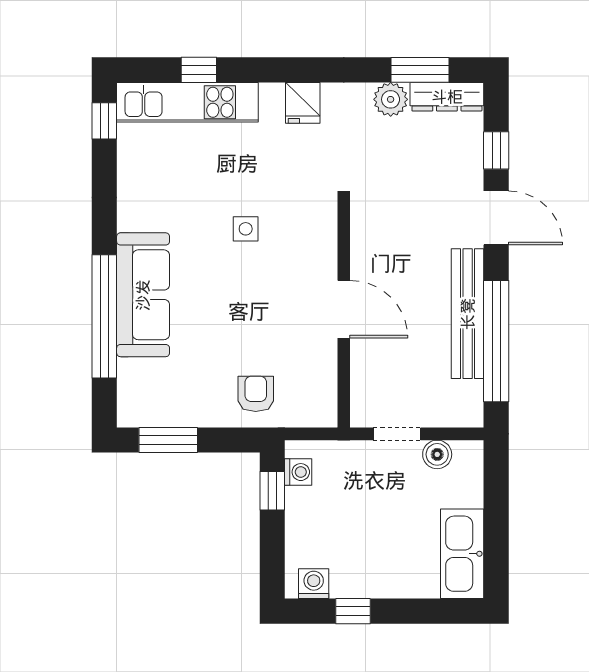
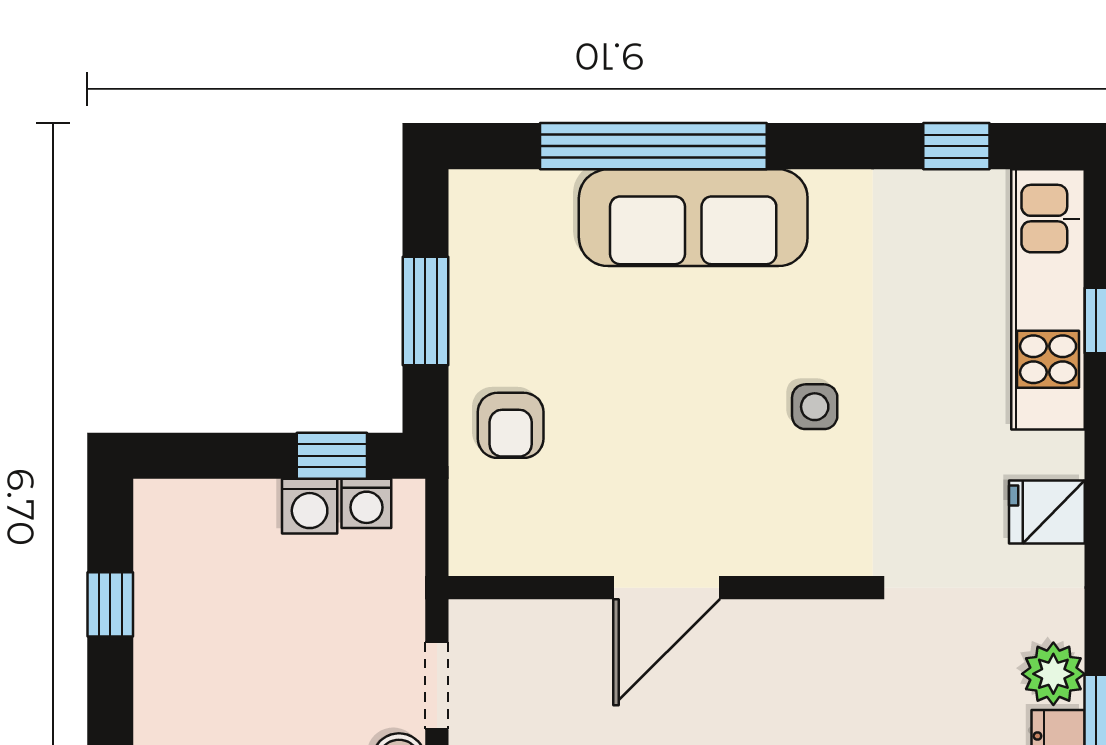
window: (104, 121) -> (956, 146), moved
armchair: (256, 394) -> (511, 425), turned 90
window: (168, 440) -> (425, 311), moved
washing machine: (314, 584) -> (310, 506), moved, turned 90

